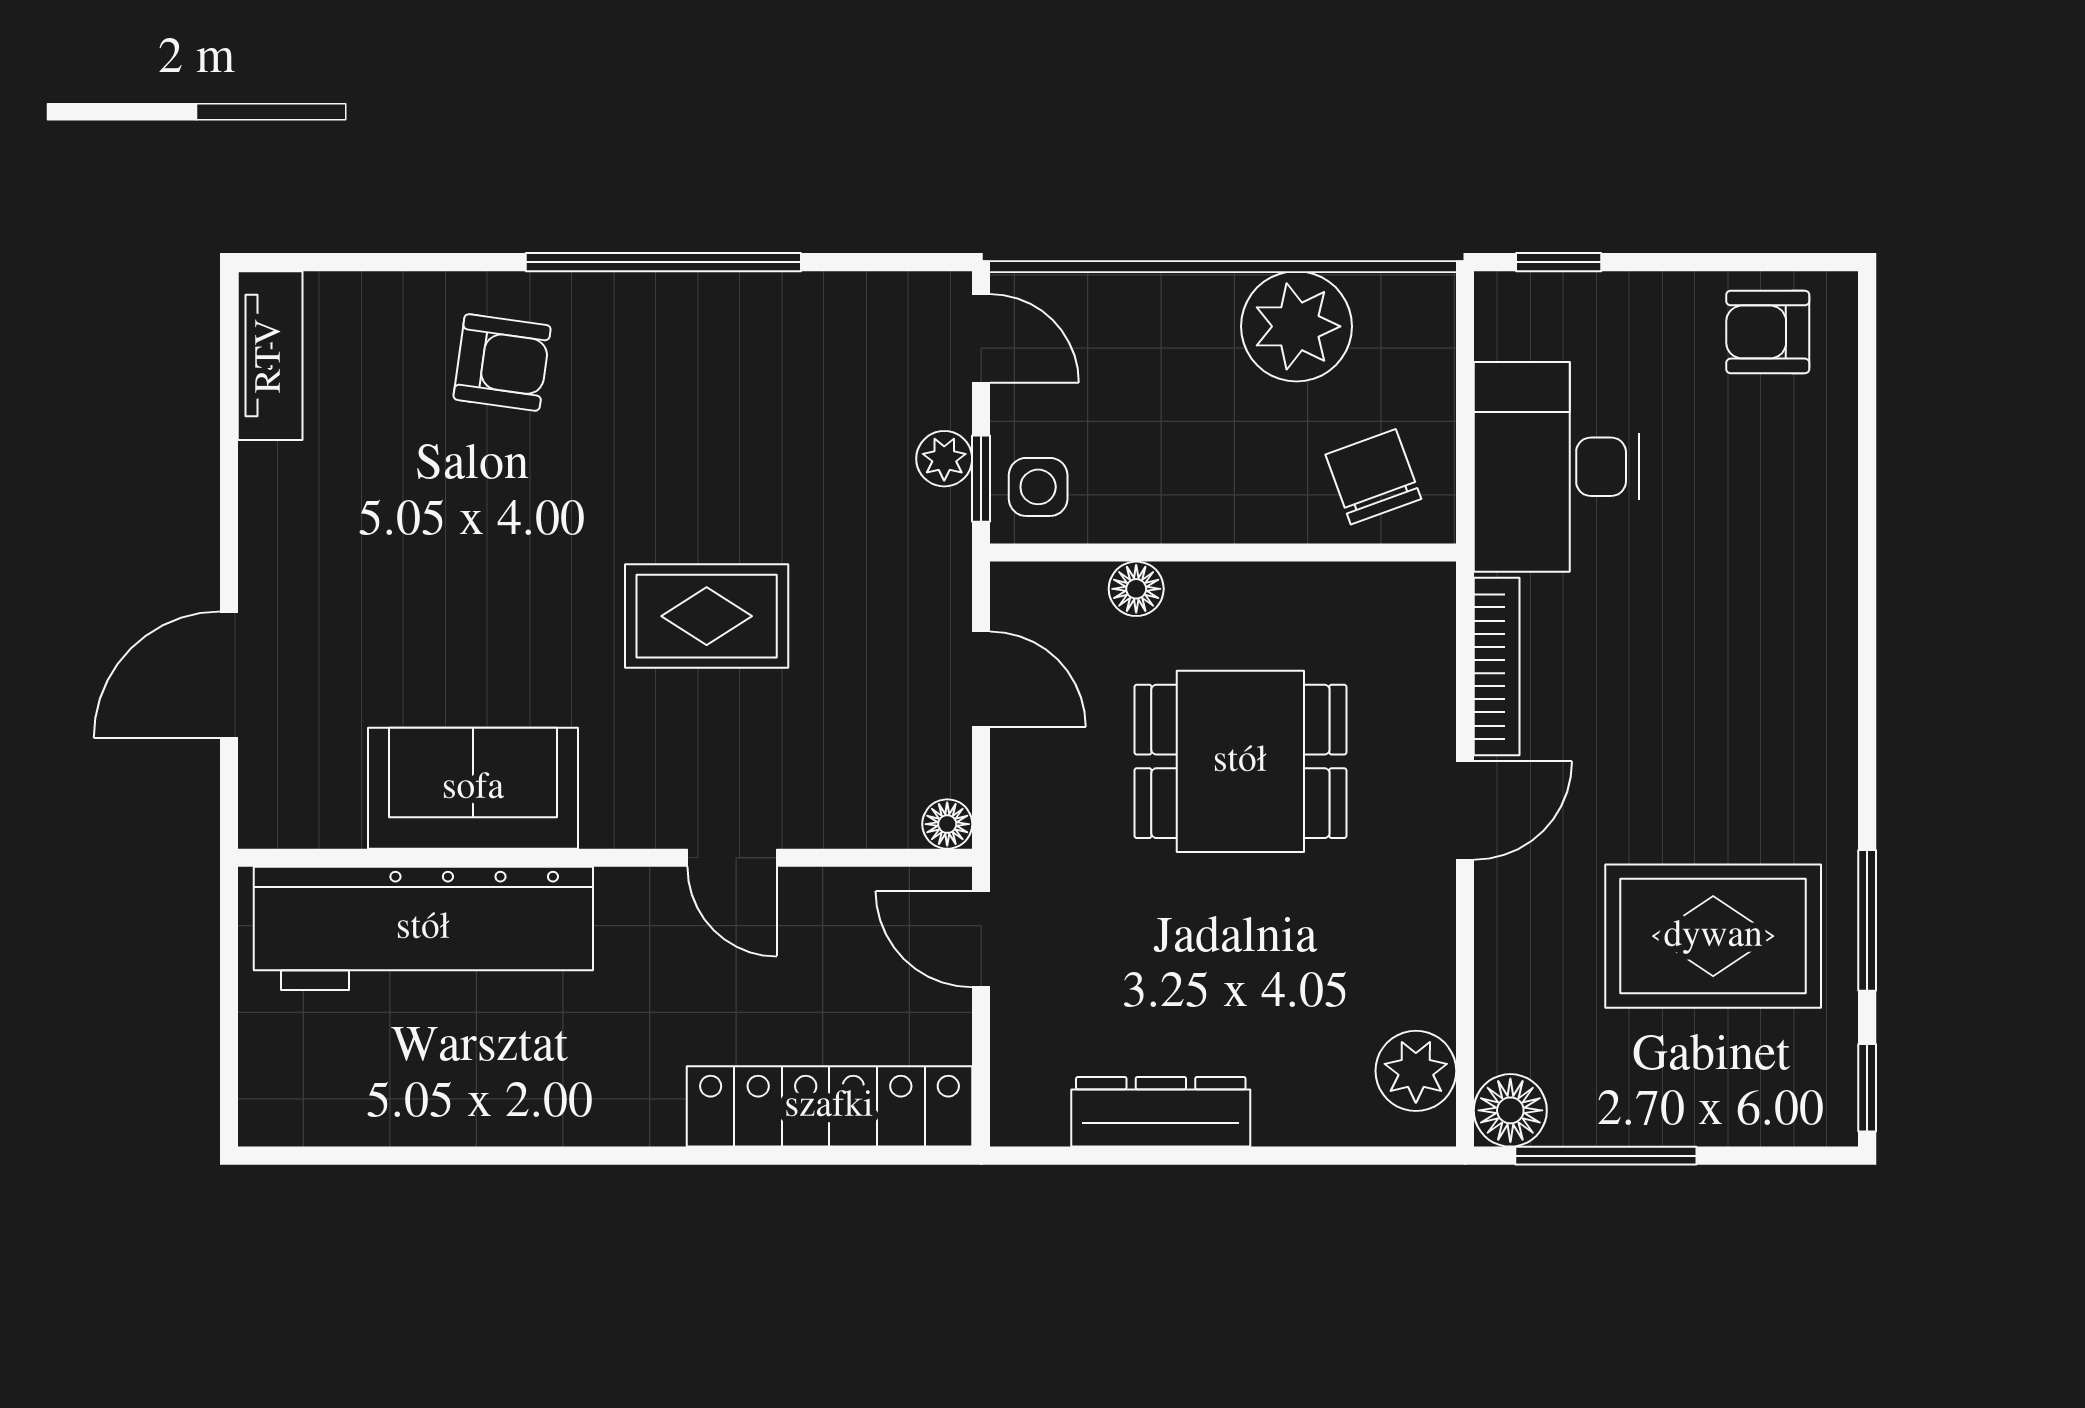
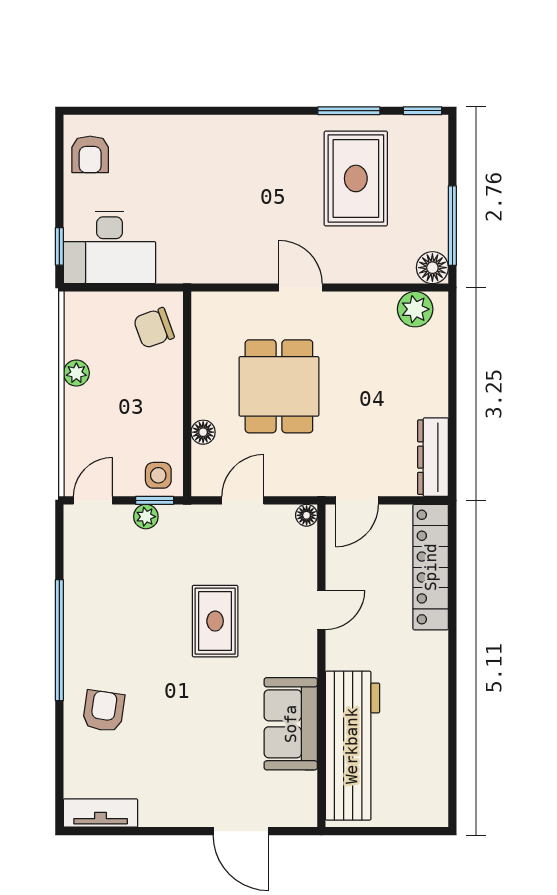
plant: (1296, 326) -> (76, 373), width x0.53, depth x0.53
desk: (1556, 467) -> (110, 247), moved
bookcase: (1497, 667) -> (237, 274), removed
dresser: (1161, 1112) -> (433, 457), moved

